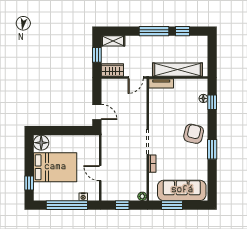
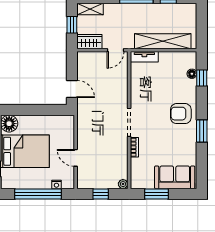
armchair: (194, 134) -> (181, 114), turned -103
sofa: (182, 190) -> (175, 177), width x0.73

